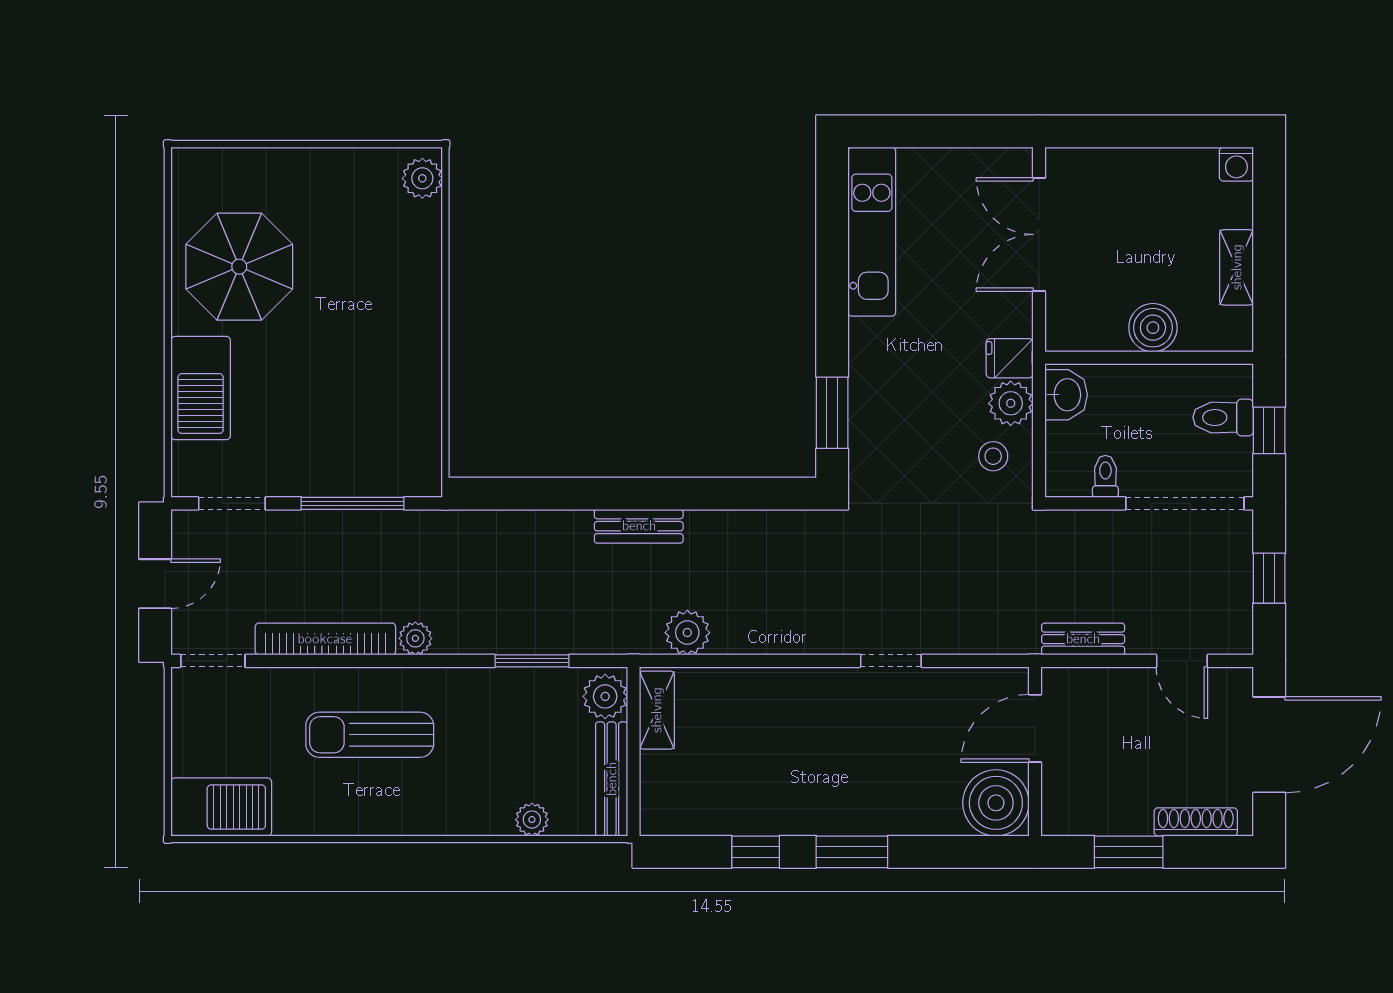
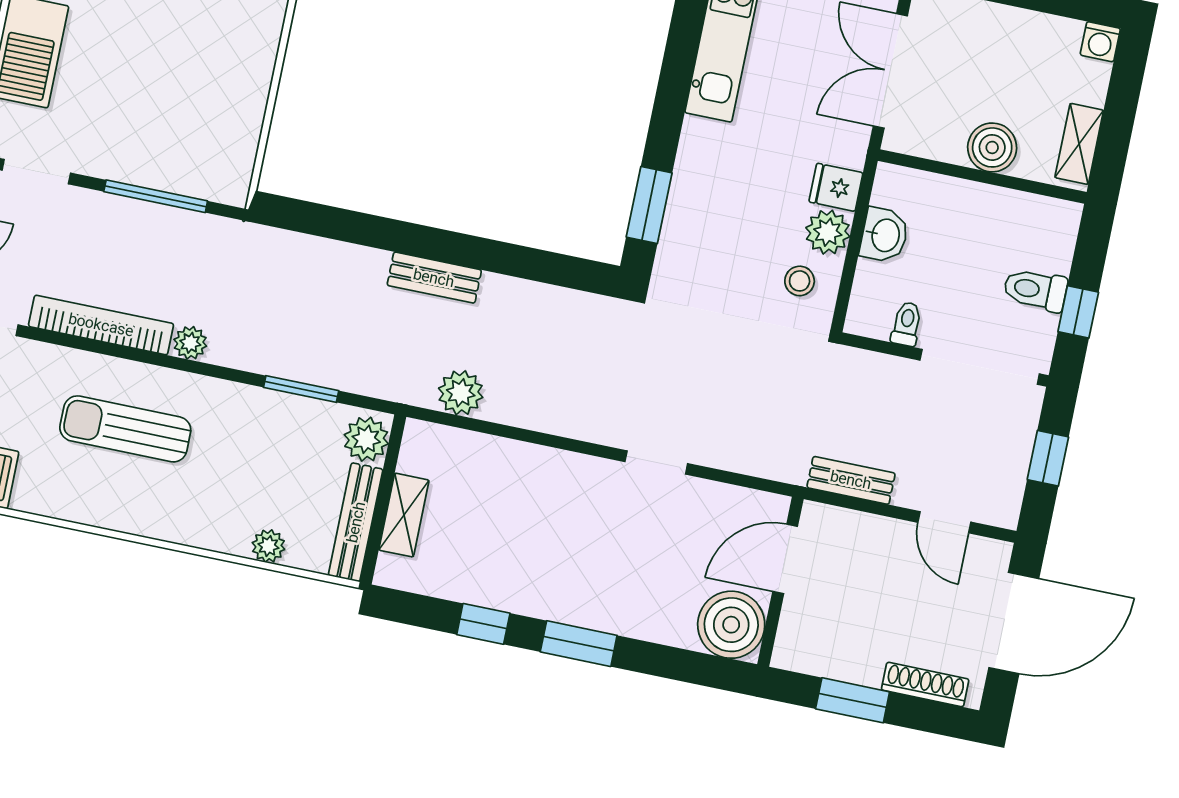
boiler: (1153, 328) -> (992, 147), moved
wall: (1149, 358) -> (982, 176), moved
shelving: (657, 710) -> (404, 515), moved

